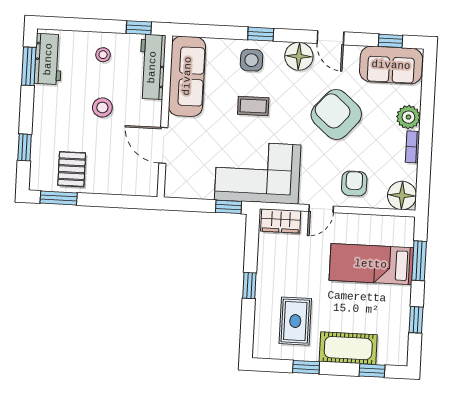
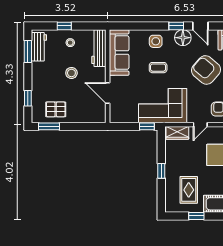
window: (139, 28) -> (64, 26), moved
window: (261, 34) -> (176, 26), moved
pallet: (72, 169) -> (56, 109), turned 90

